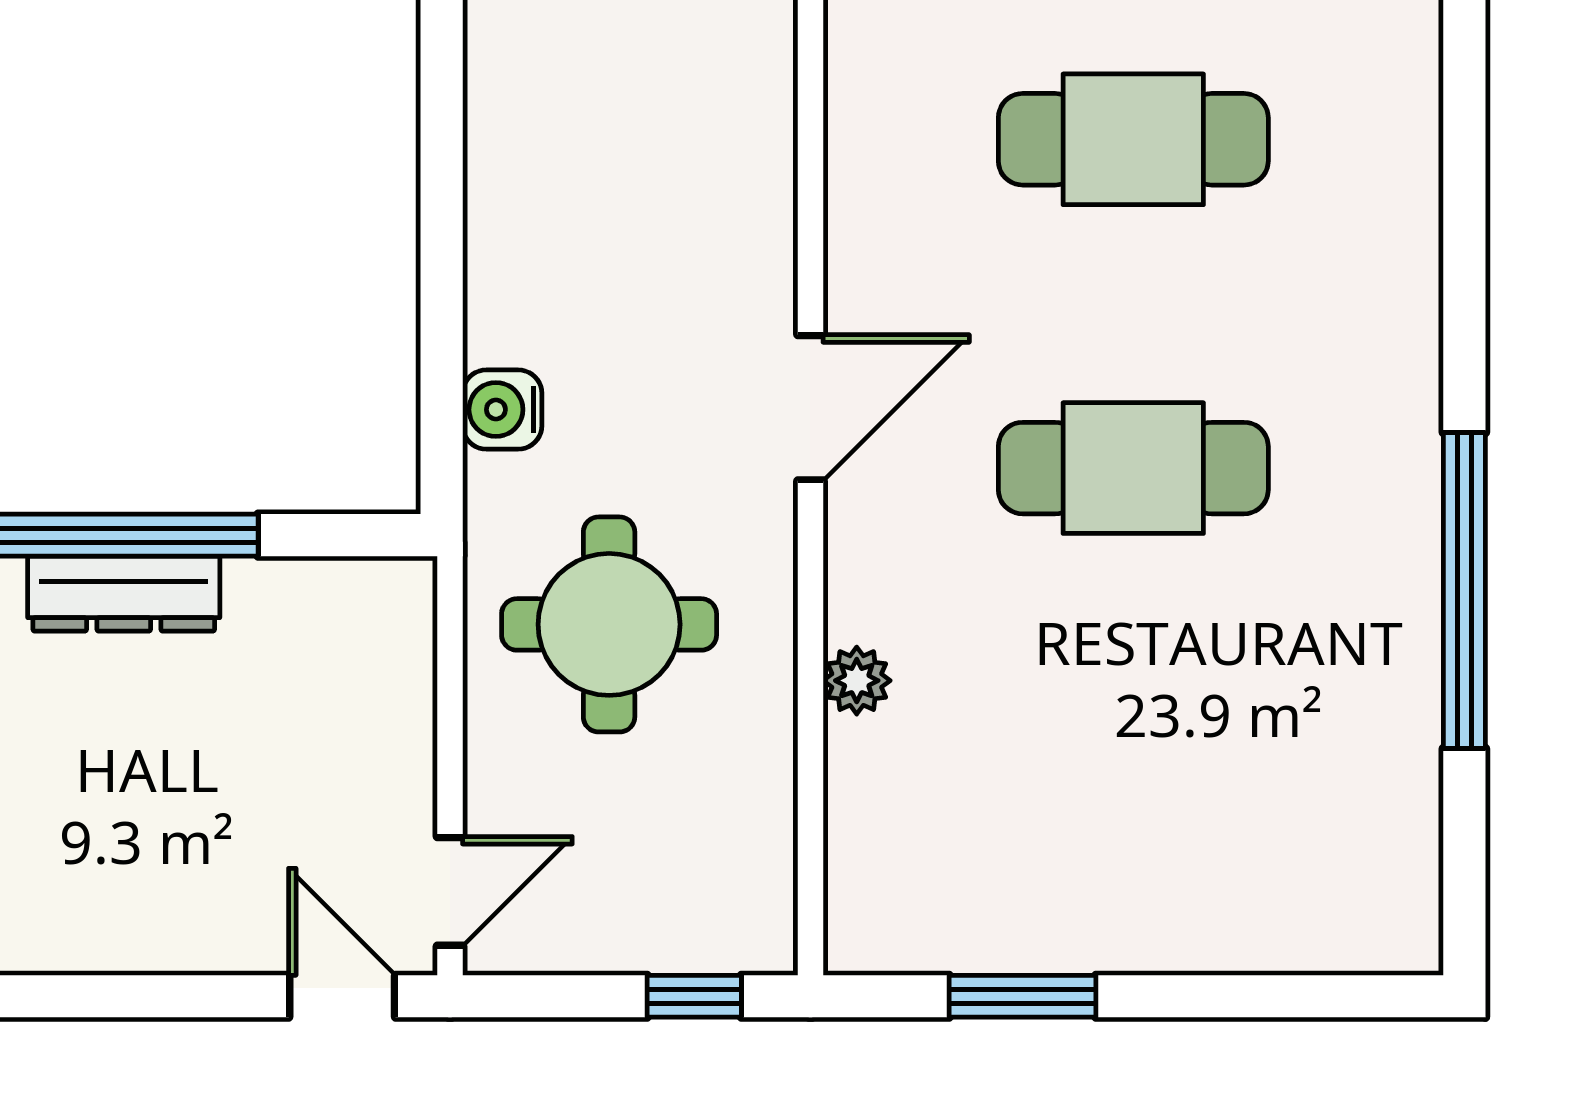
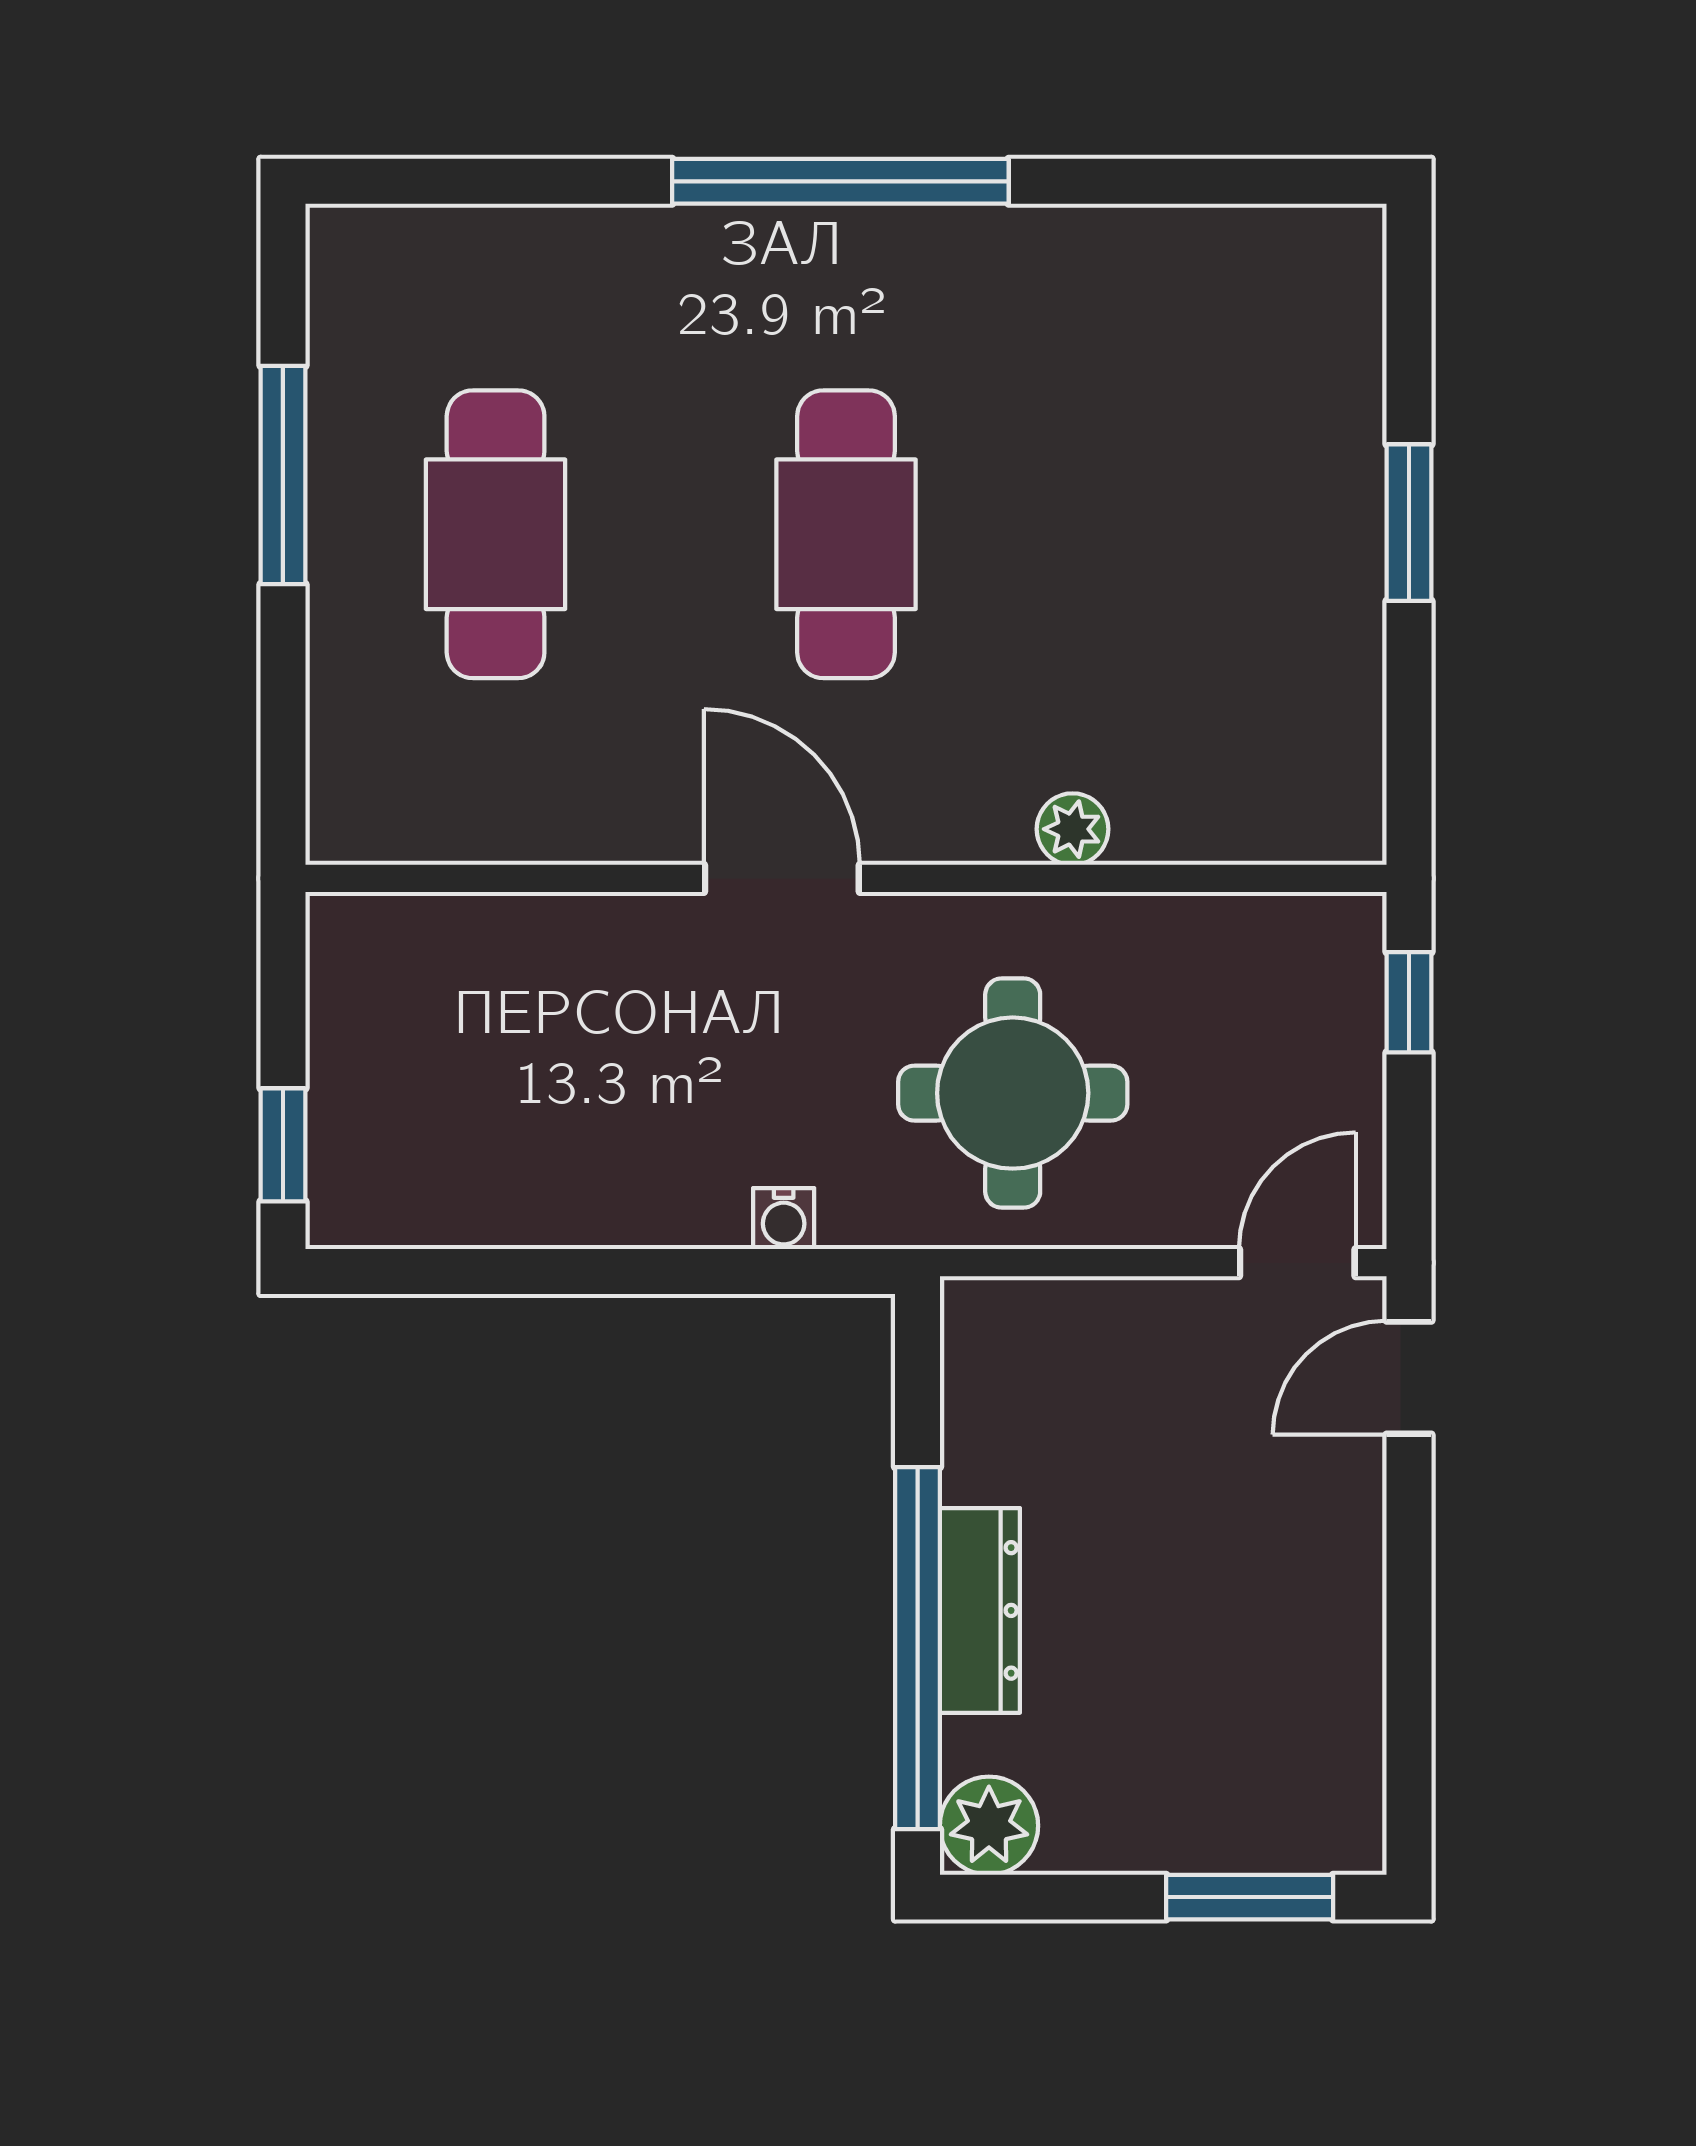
water cooler: (502, 410) -> (784, 1219), width x0.72, depth x0.72
window: (1464, 590) -> (840, 181), moved
door: (450, 891) -> (1297, 1263), hinge flipped
window: (1023, 996) -> (1409, 523), moved

